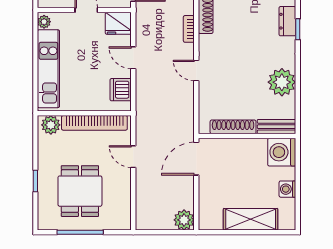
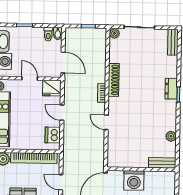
plant: (282, 82) -> (171, 136), width x0.53, depth x0.53
shoe rack: (233, 127) -> (132, 163), removed
washing machine: (282, 152) -> (134, 180), moved, turned -90

